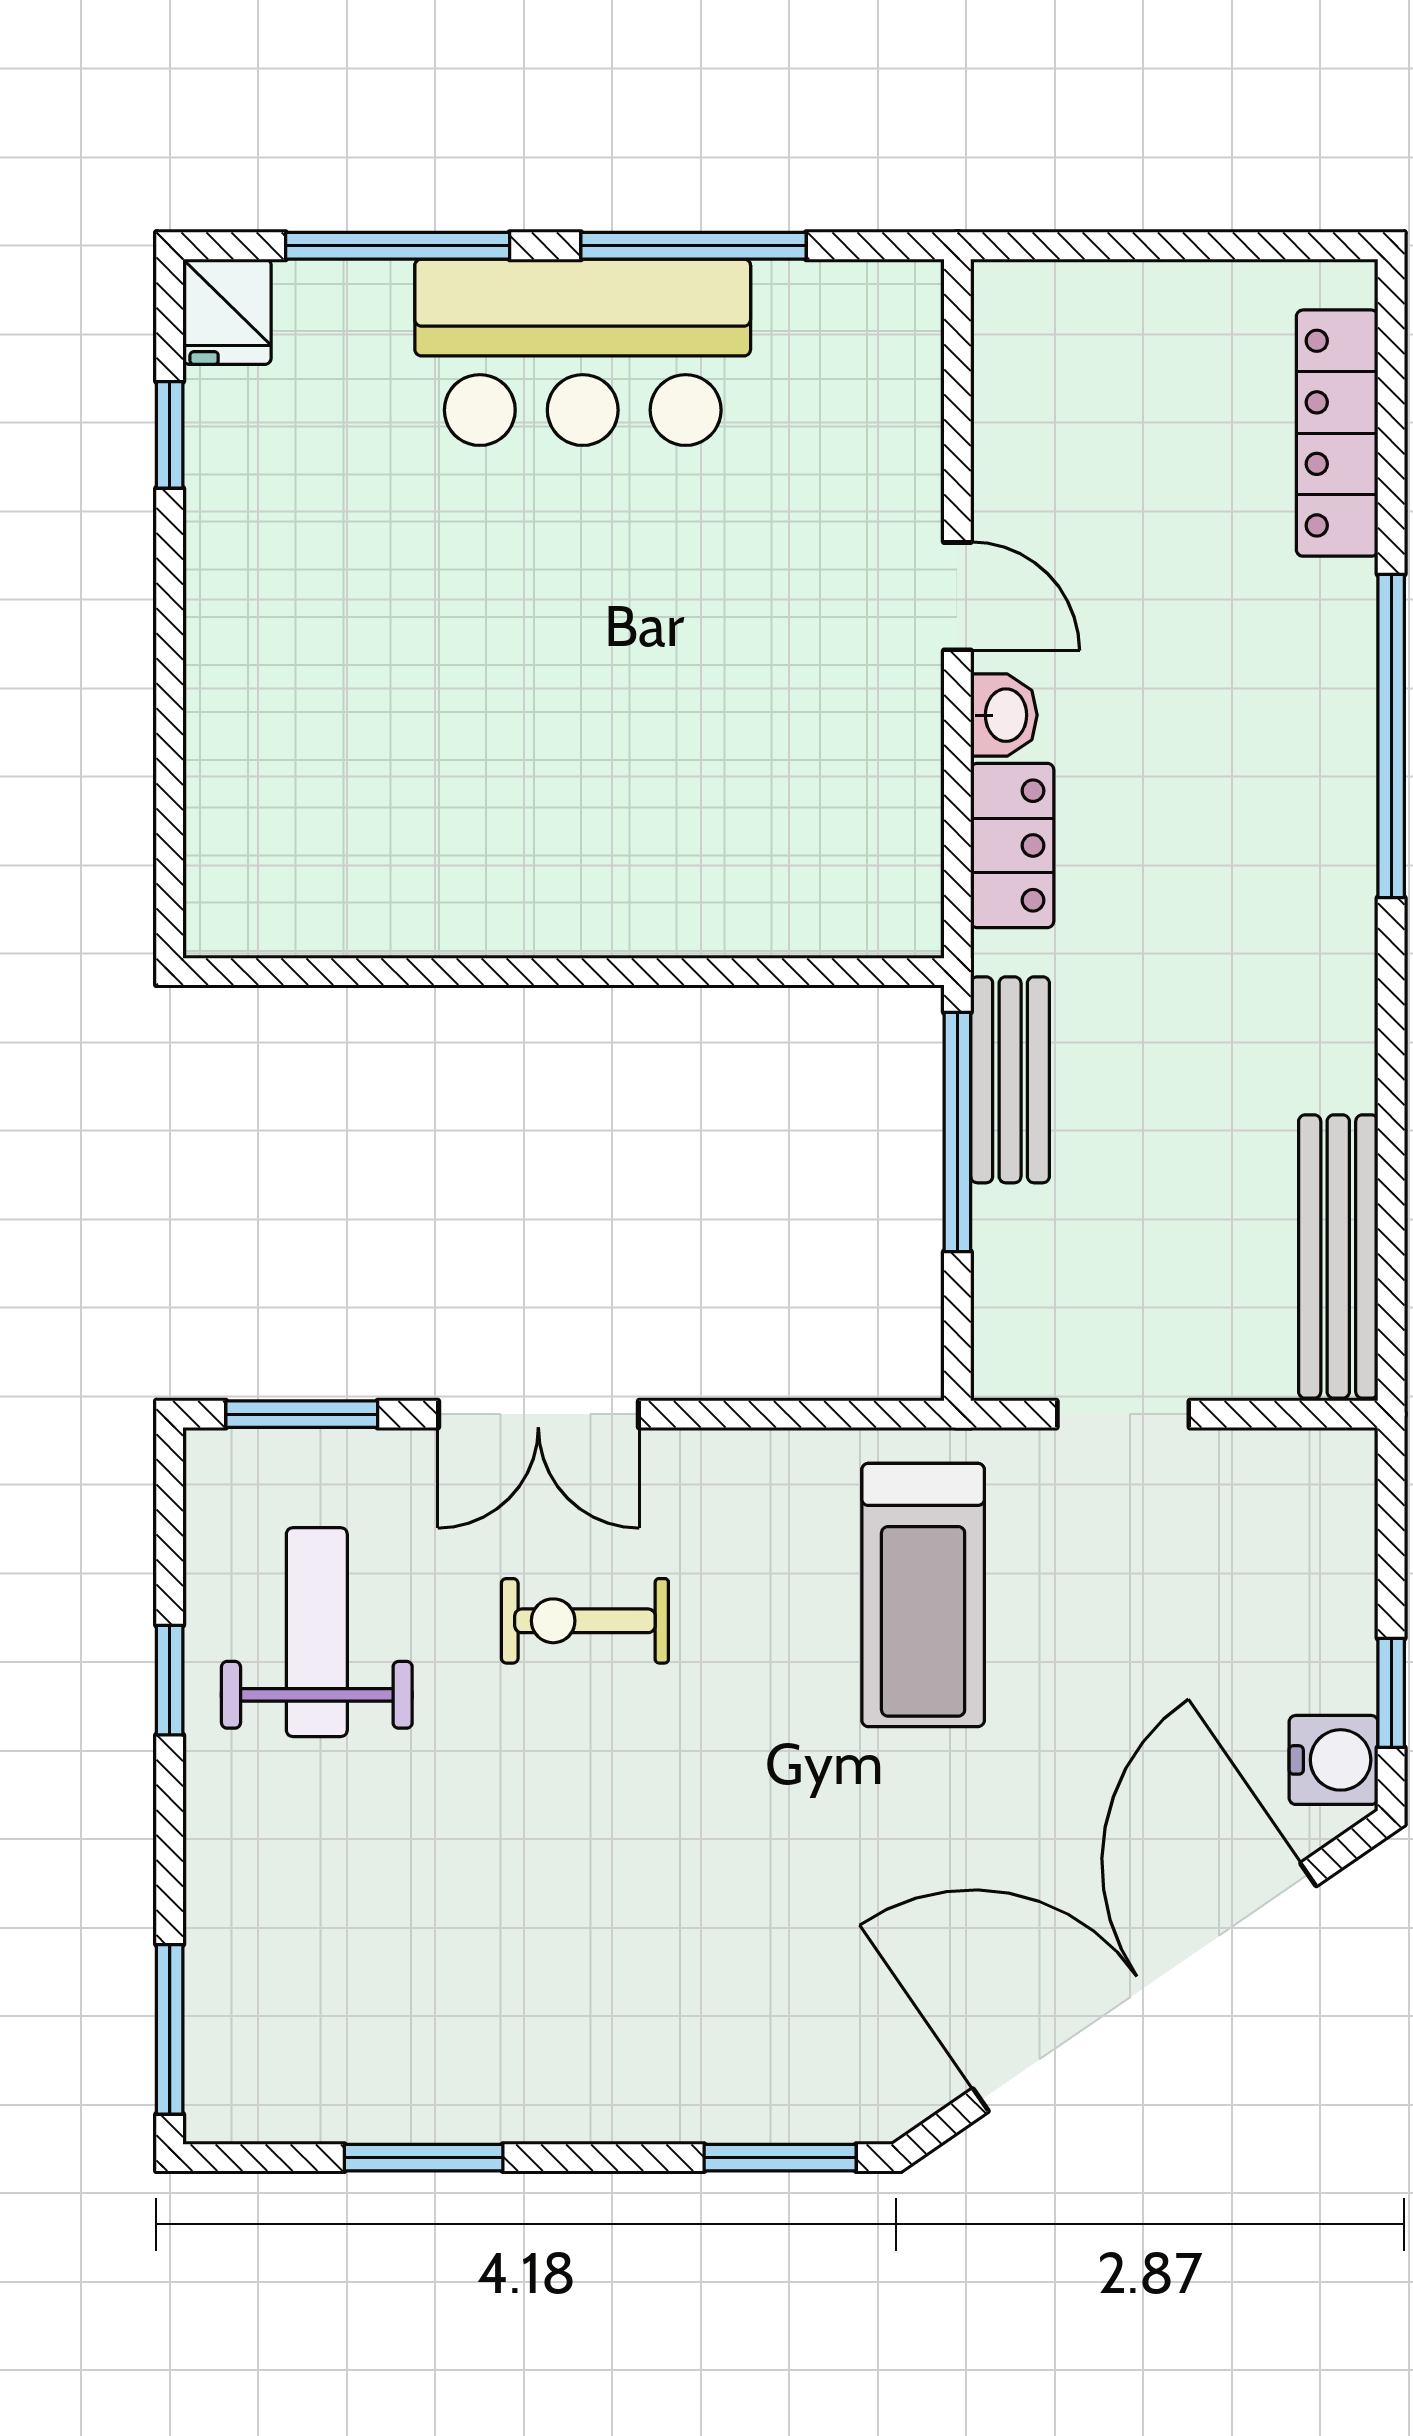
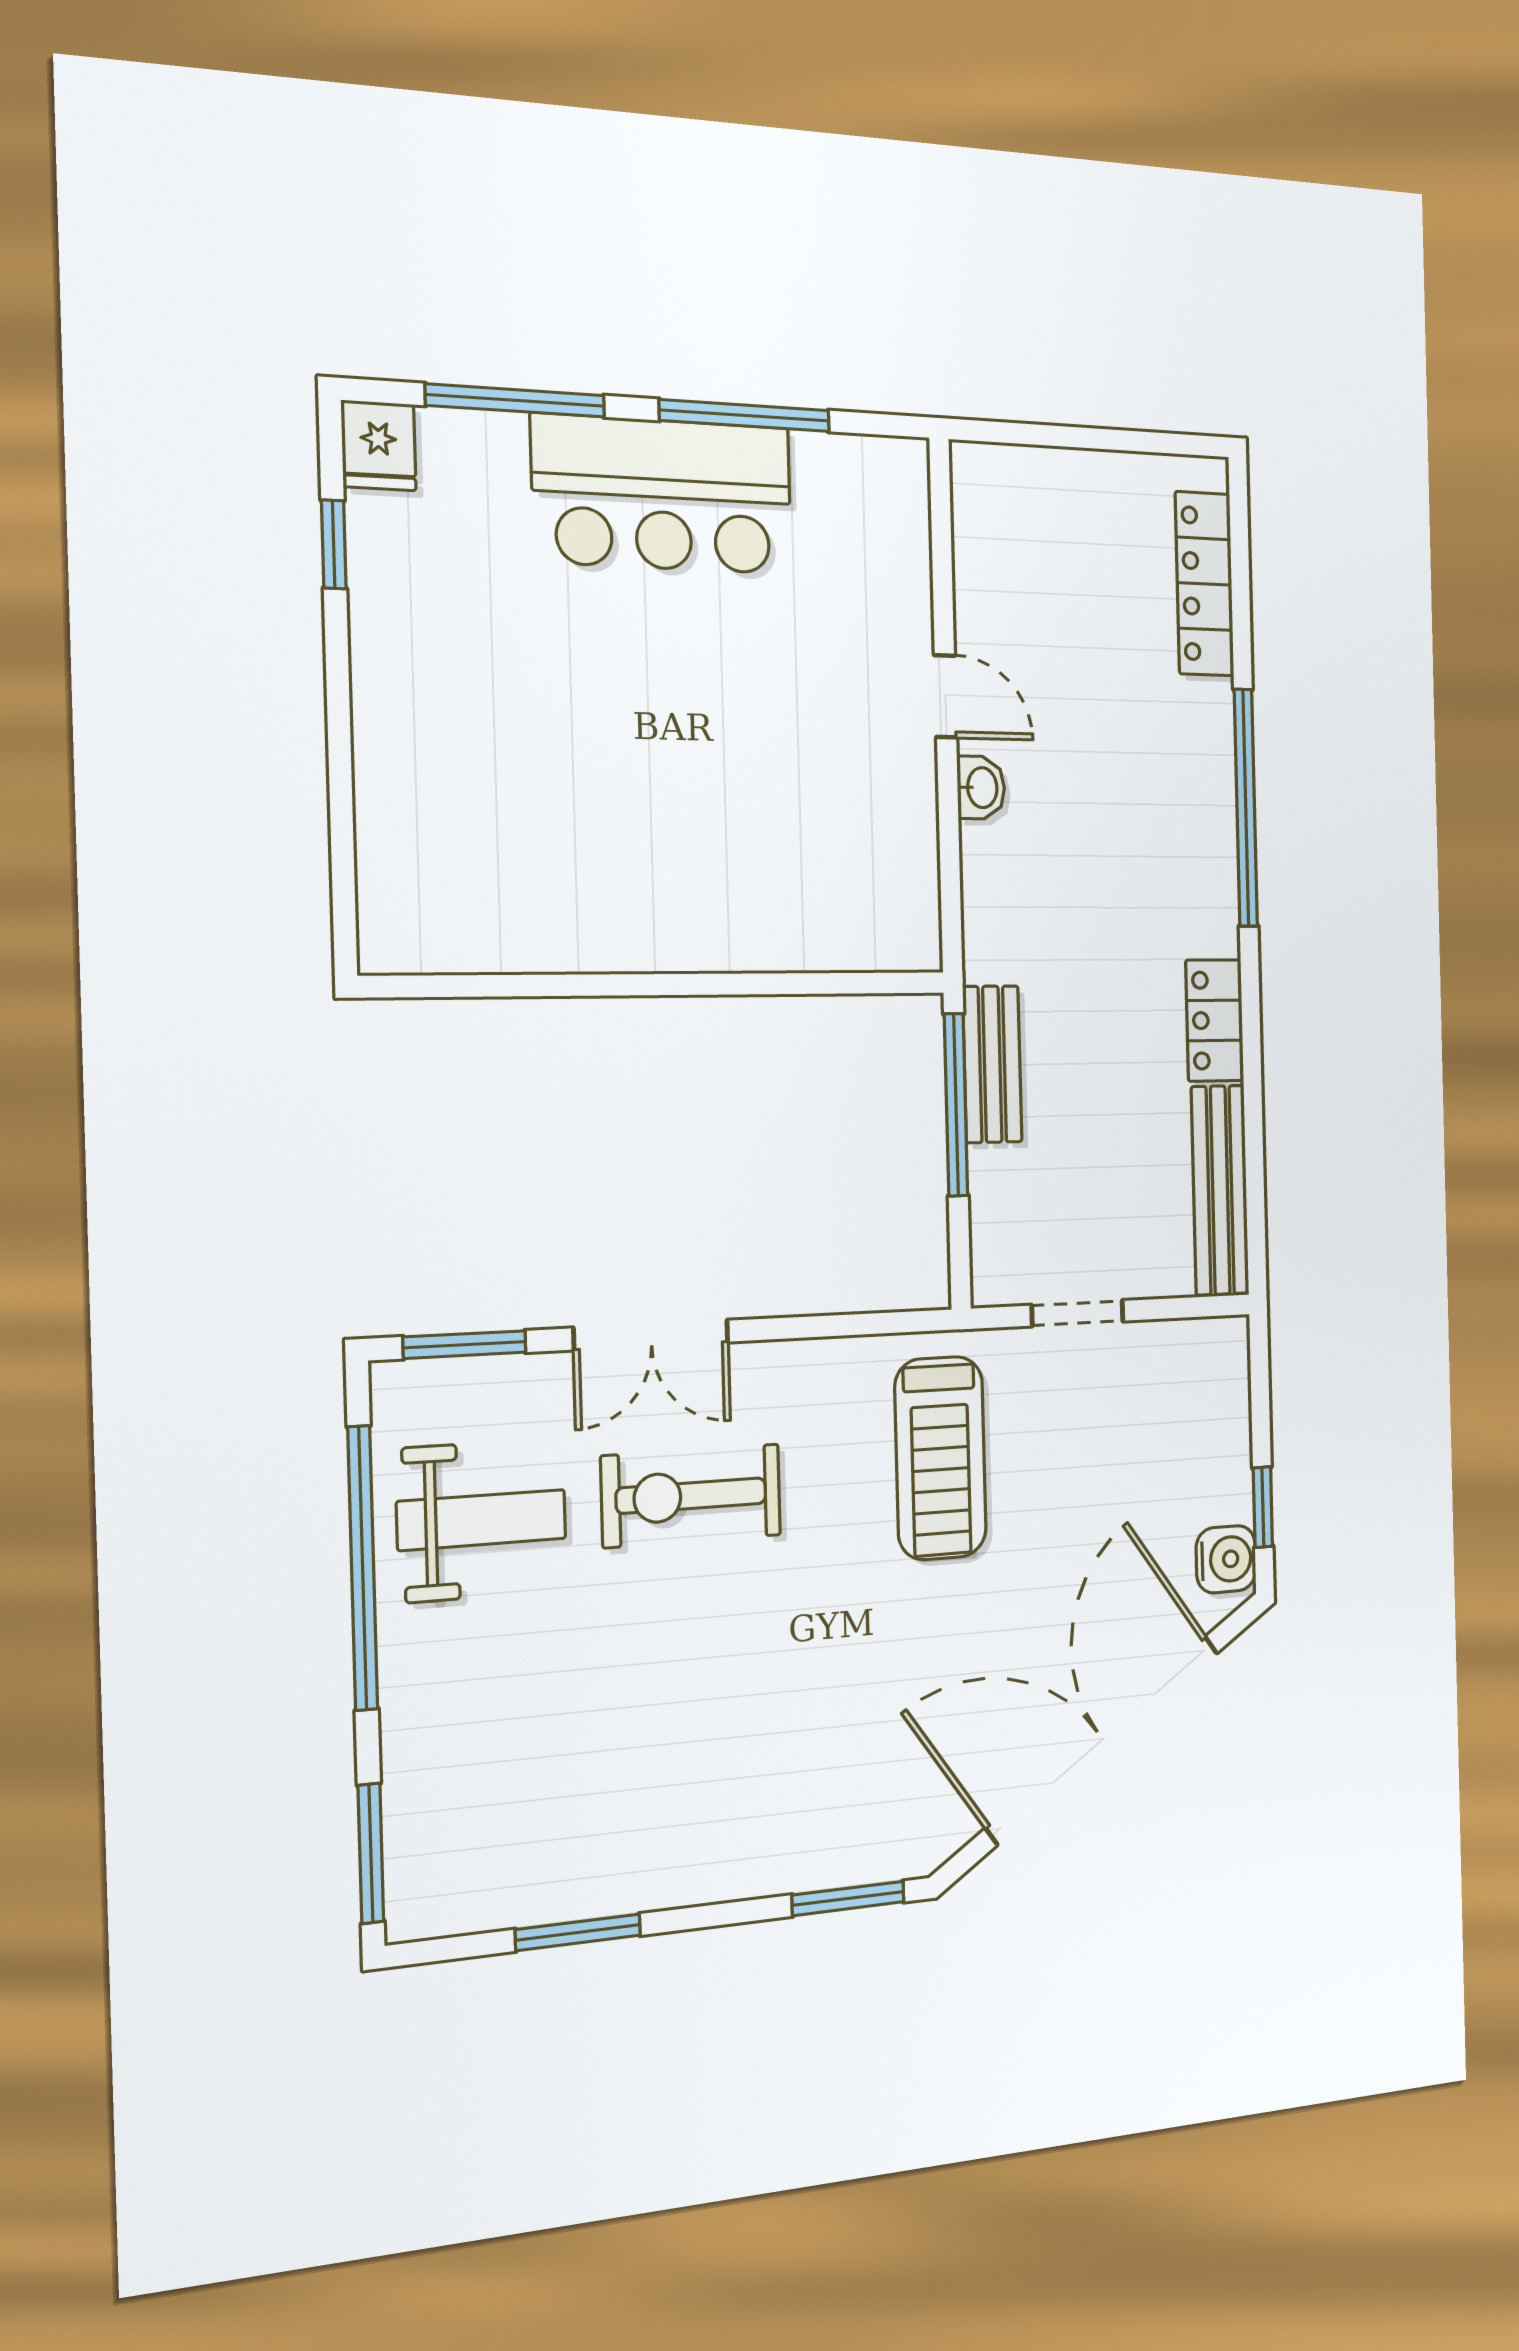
locker: (1012, 845) -> (1215, 1020), moved, turned 180
exercise bike: (585, 1621) -> (691, 1496), width x1.38, depth x1.39
weight bench: (317, 1632) -> (482, 1520), turned 90
window: (170, 1680) -> (363, 1568), width x3.17

